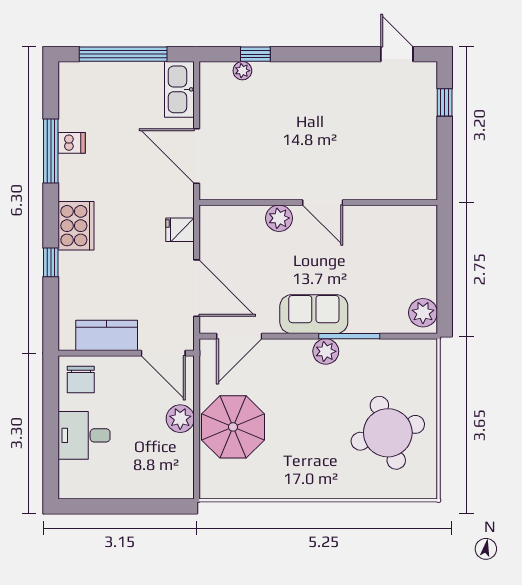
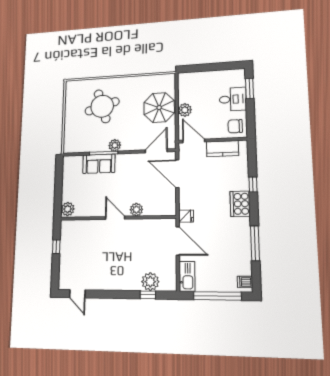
plant: (242, 71) -> (150, 282), width x1.88, depth x1.88
window: (445, 102) -> (56, 247), moved
dishwasher: (72, 143) -> (245, 282), moved
fridge: (180, 230) -> (186, 216), moved
plant: (423, 313) -> (68, 209), moved
sofa: (314, 314) -> (99, 164), moved
chair: (81, 379) -> (235, 126), turned -90
round table: (388, 433) -> (102, 106), moved
window: (51, 455) -> (249, 89), added

